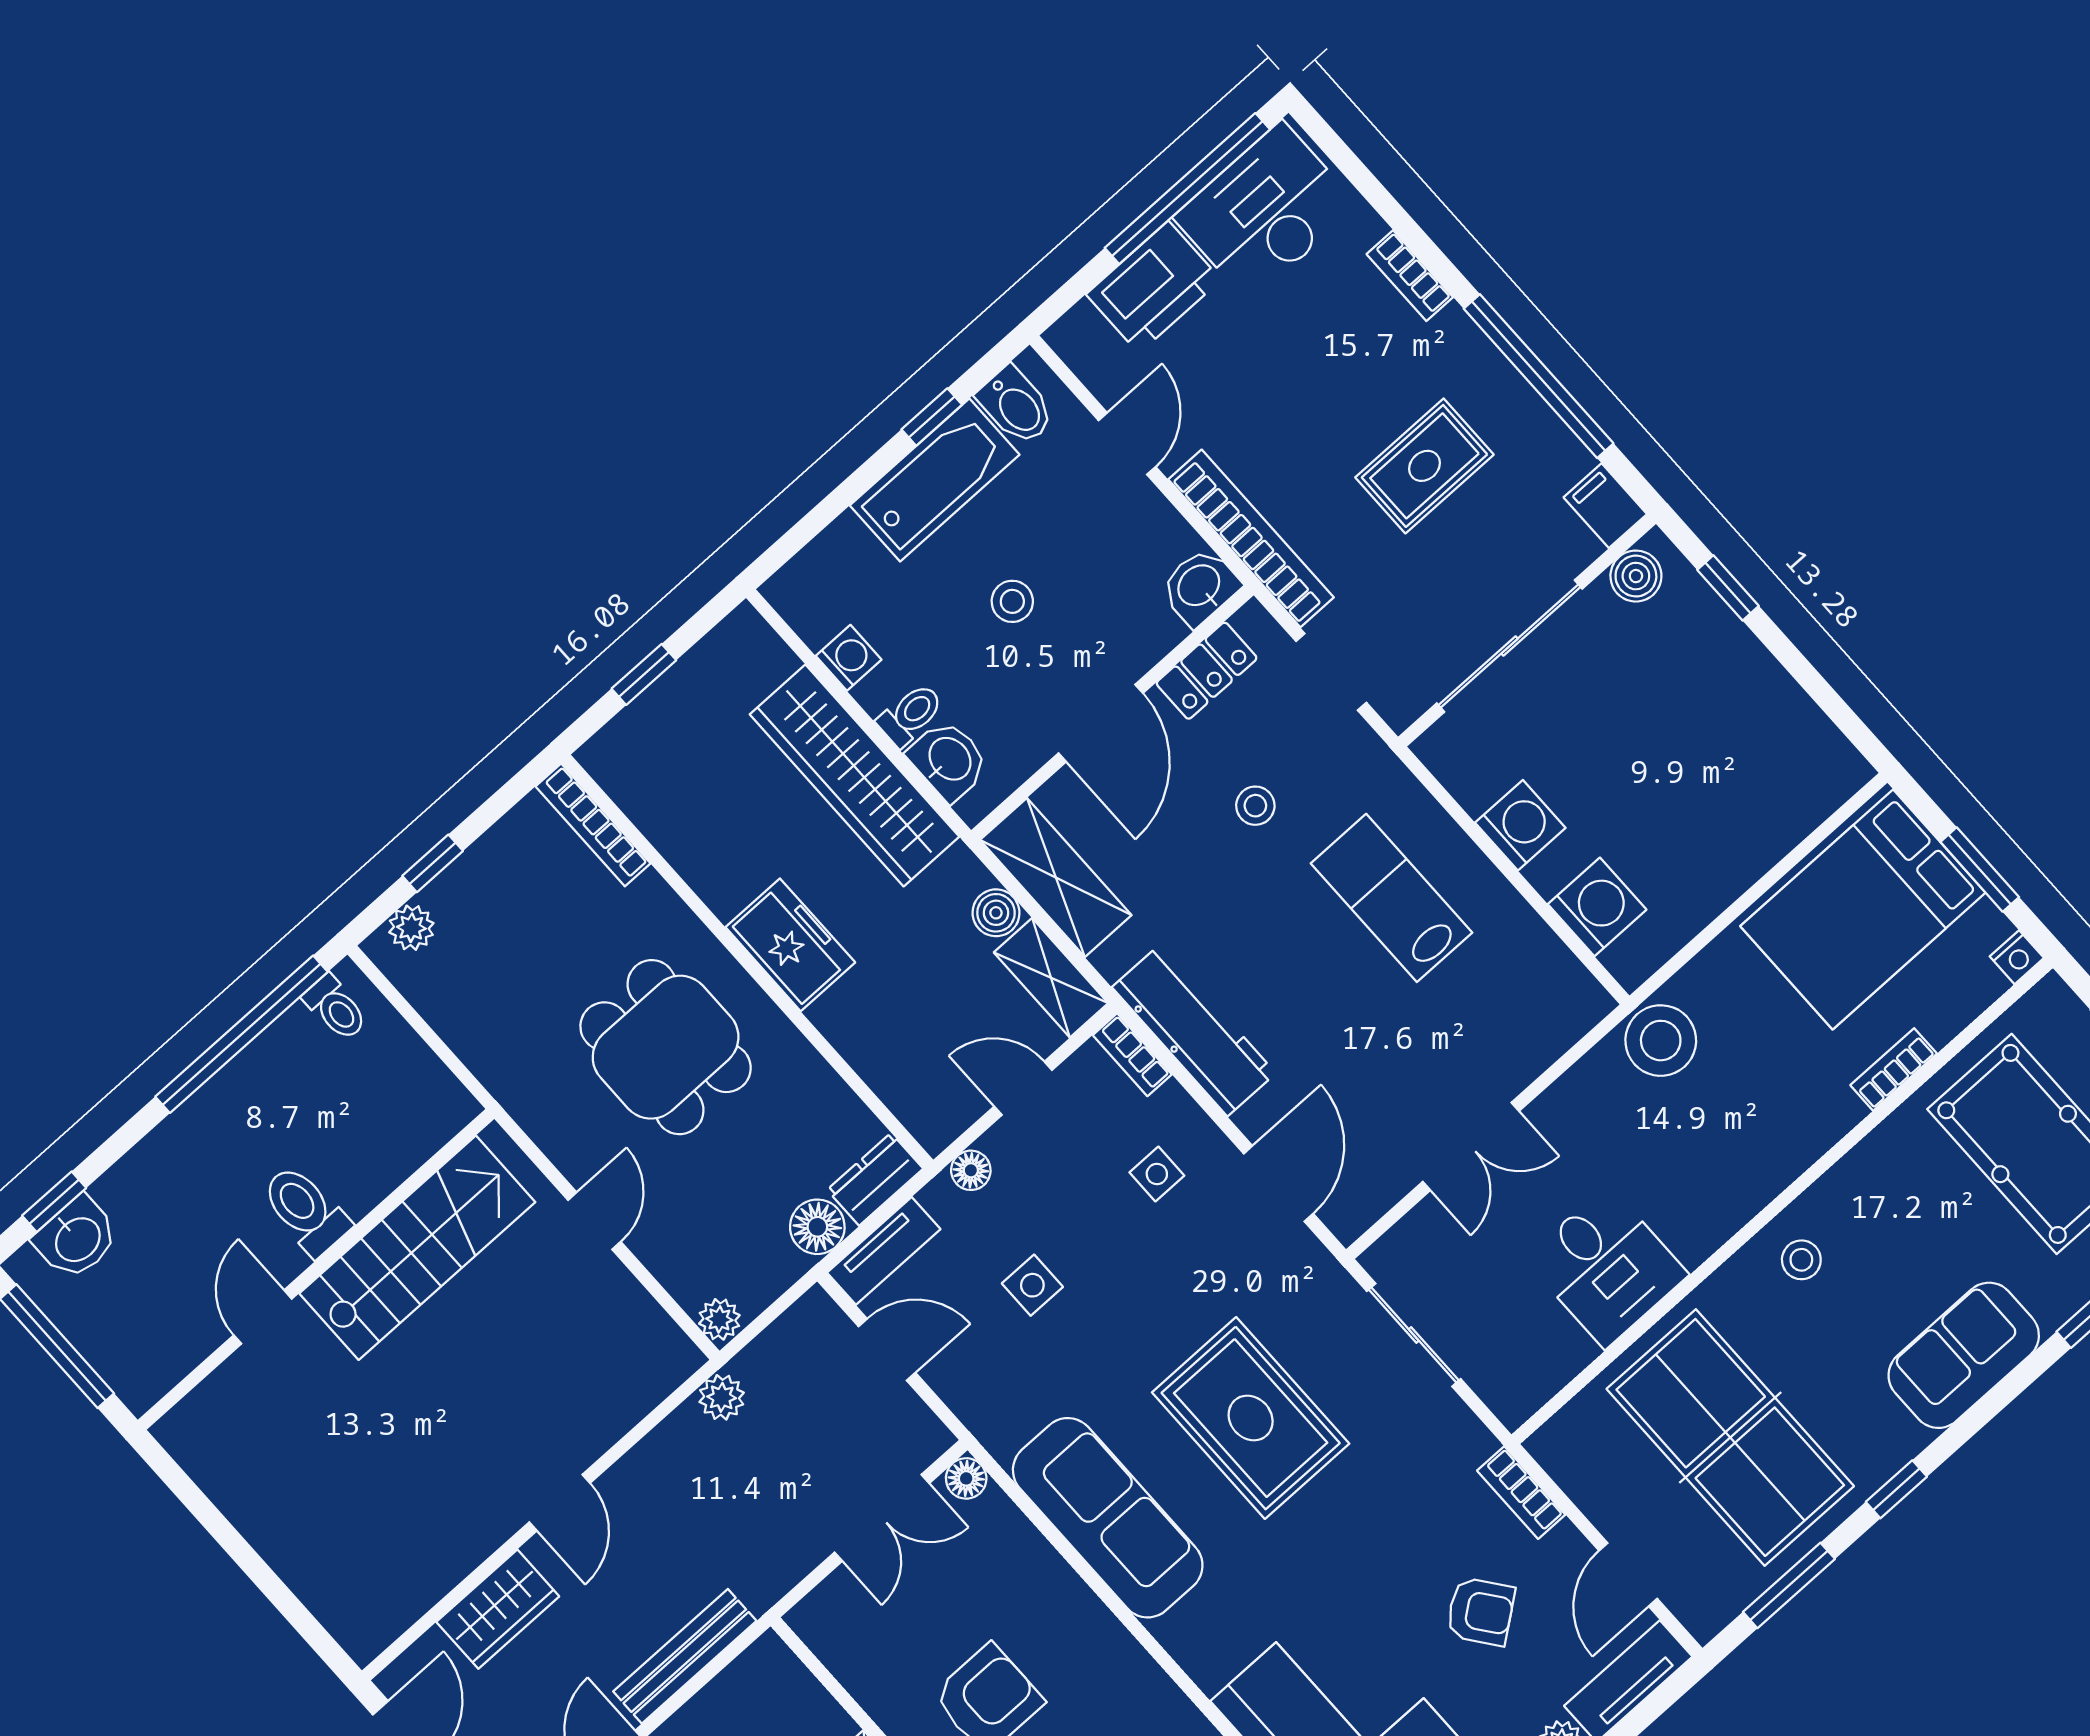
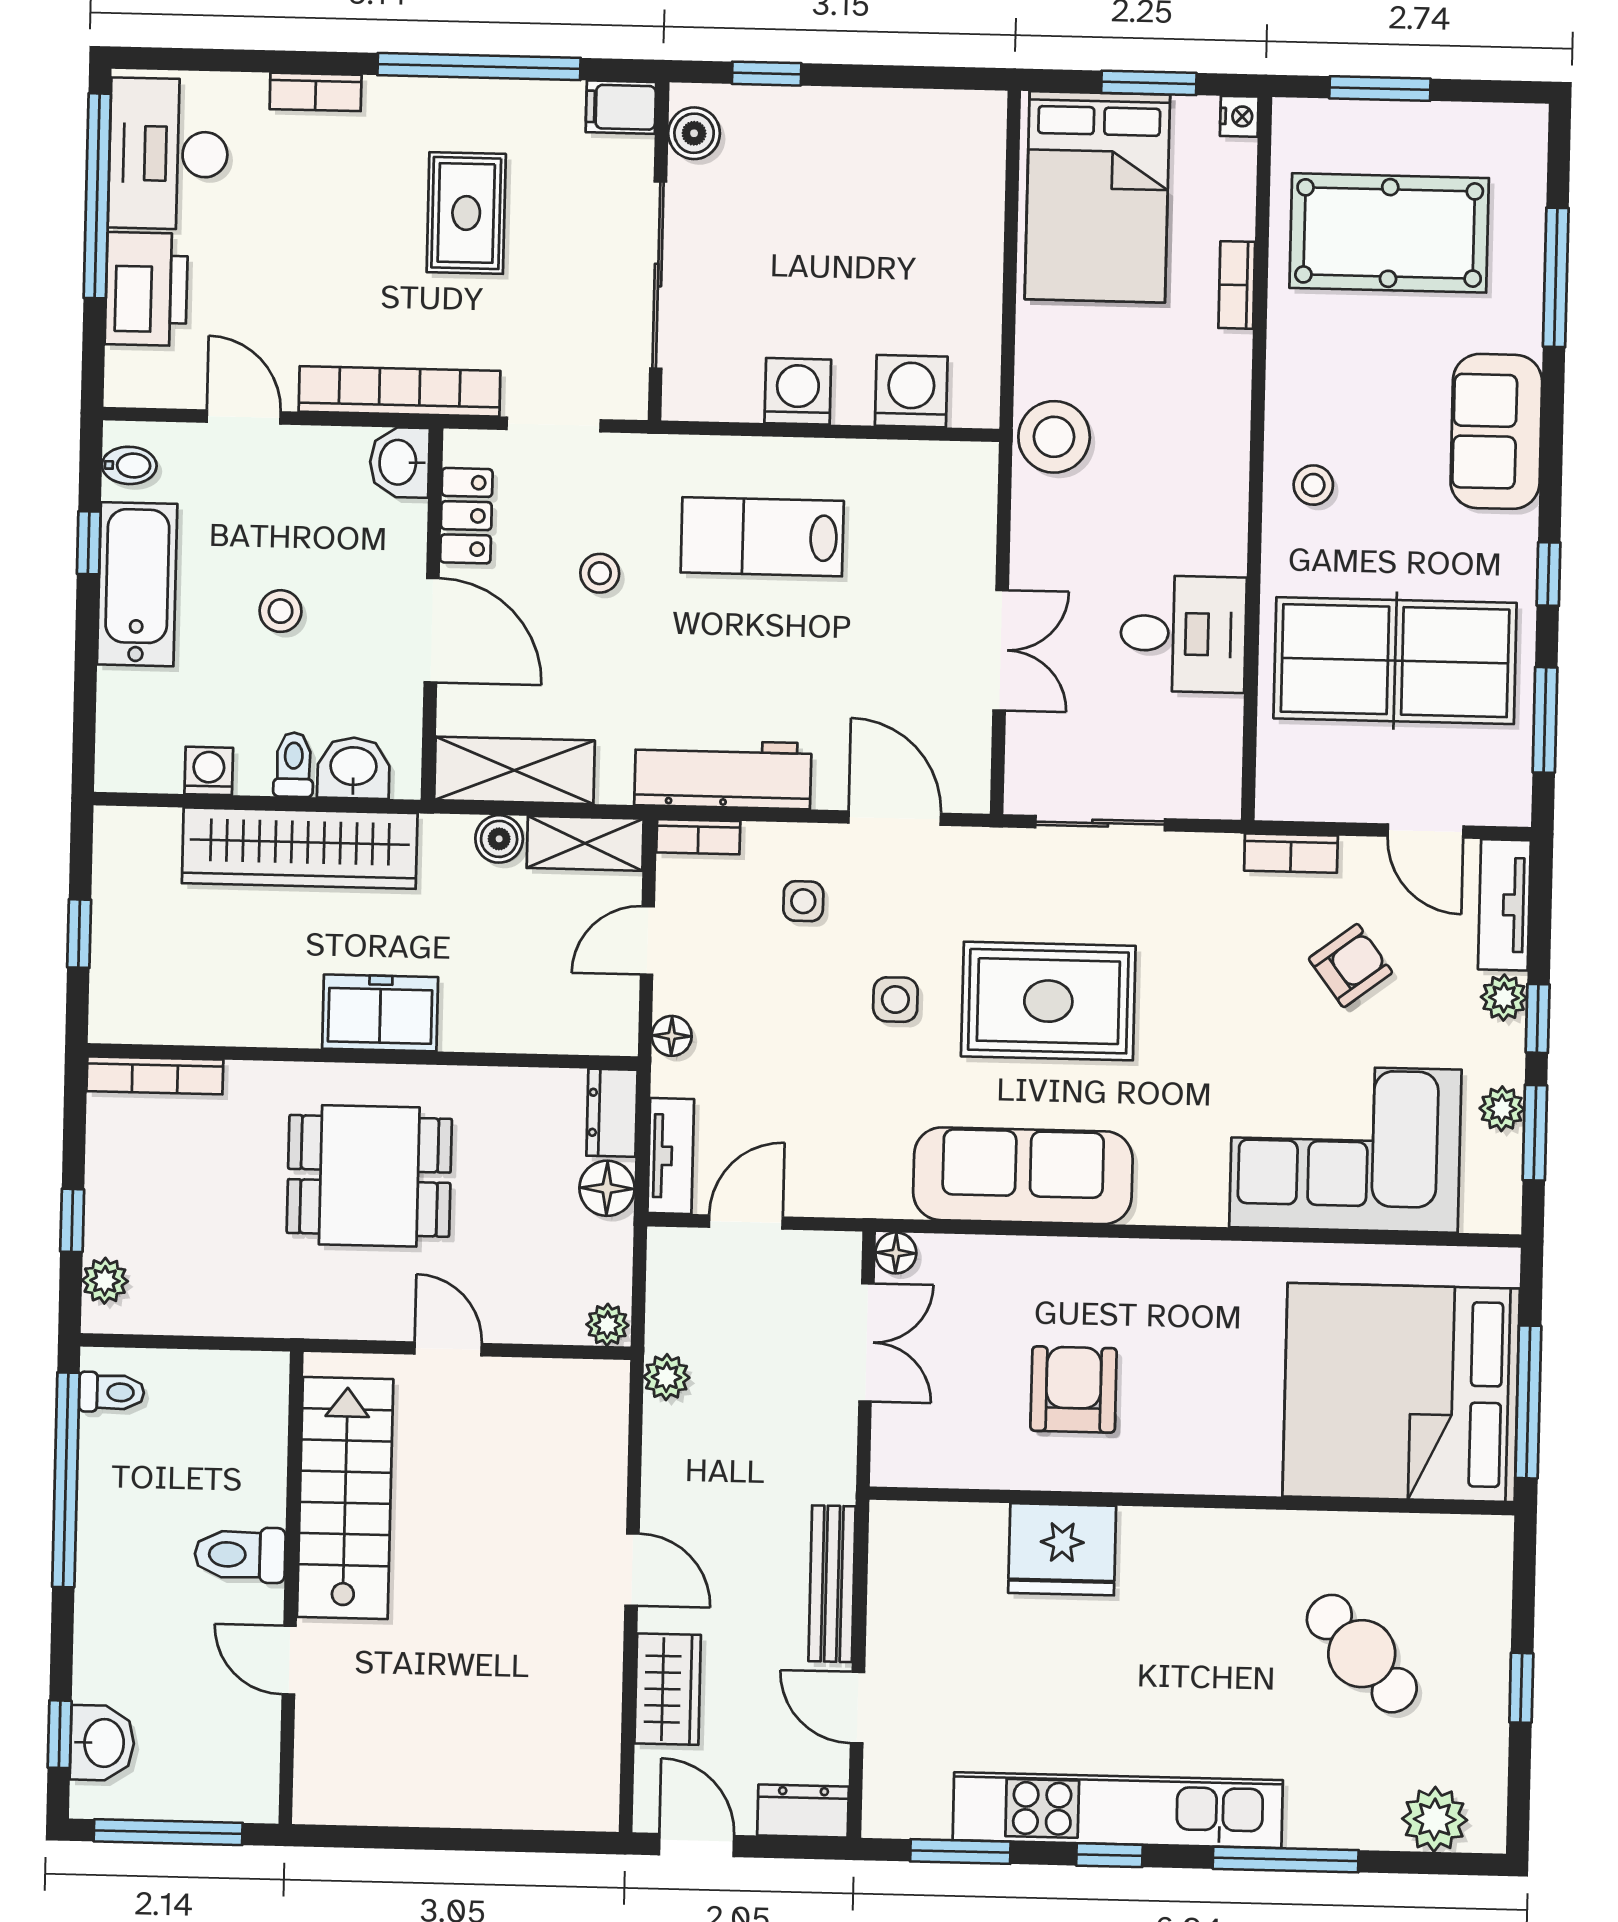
bidet: (1016, 406) -> (129, 465), width x0.72, depth x0.74
side table: (1032, 1285) -> (895, 1000), moved

